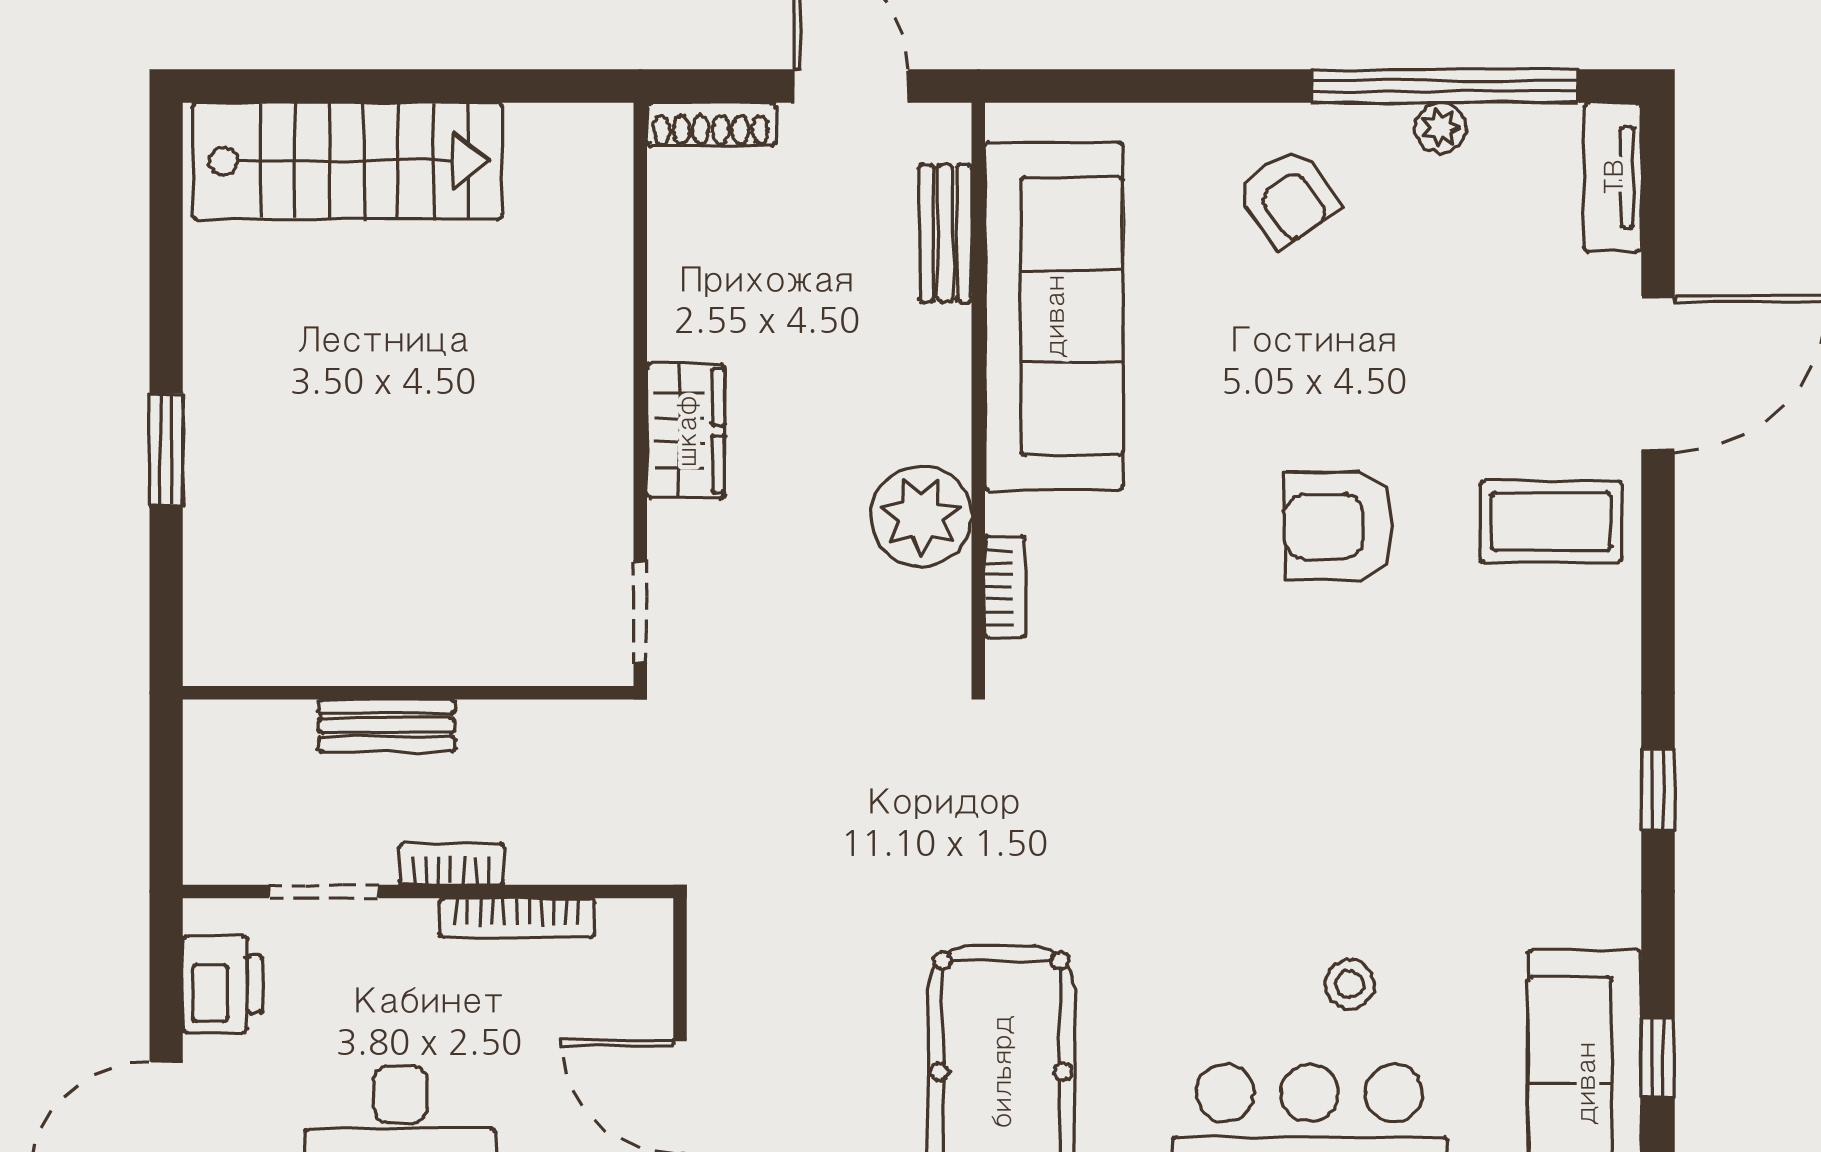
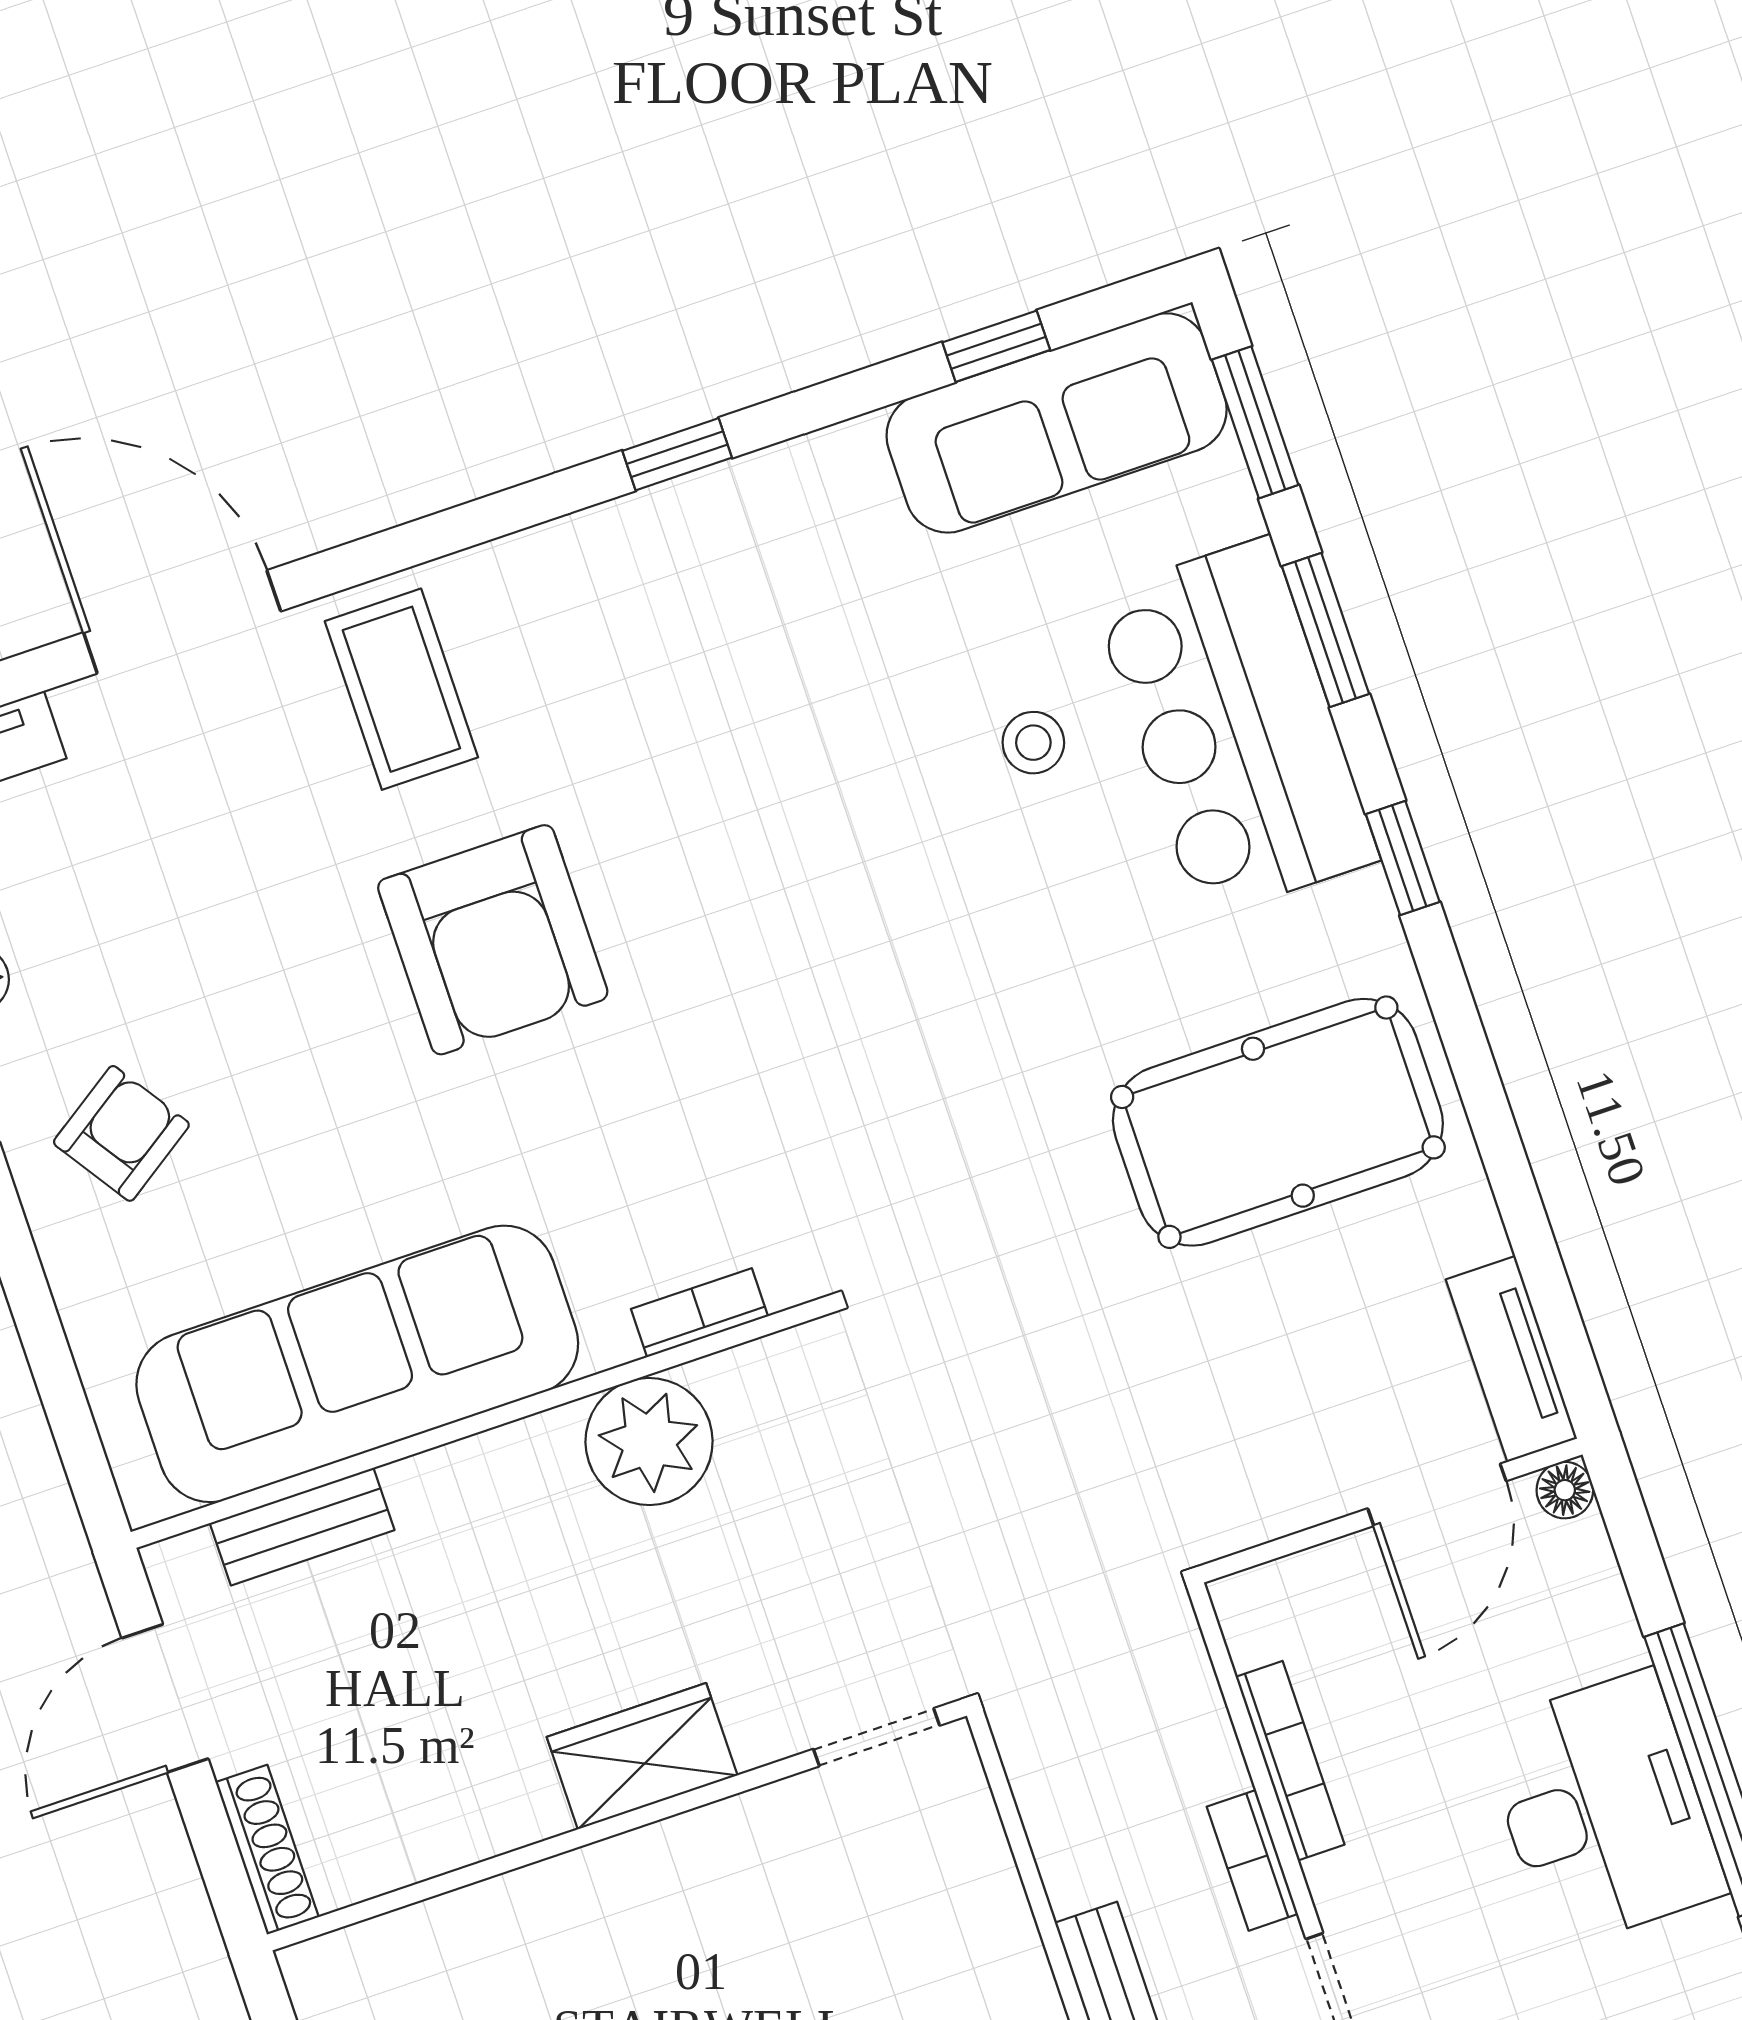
armchair: (1339, 526) -> (493, 940), width x1.36, depth x1.36

